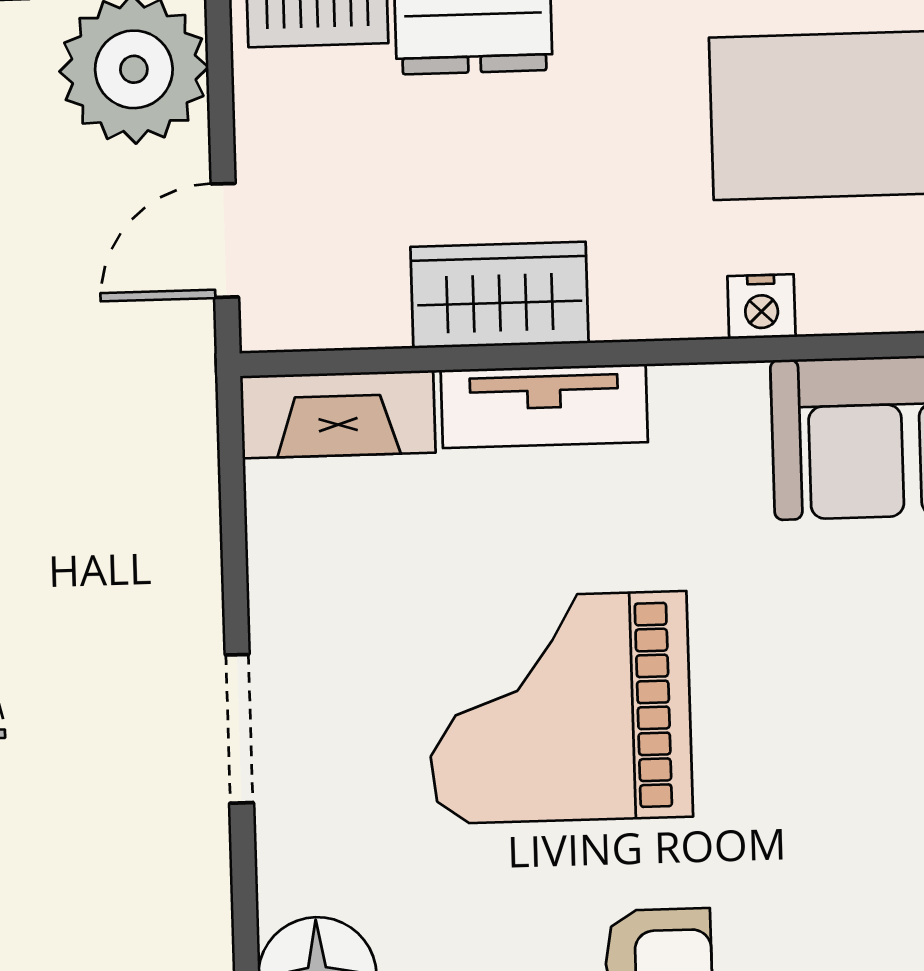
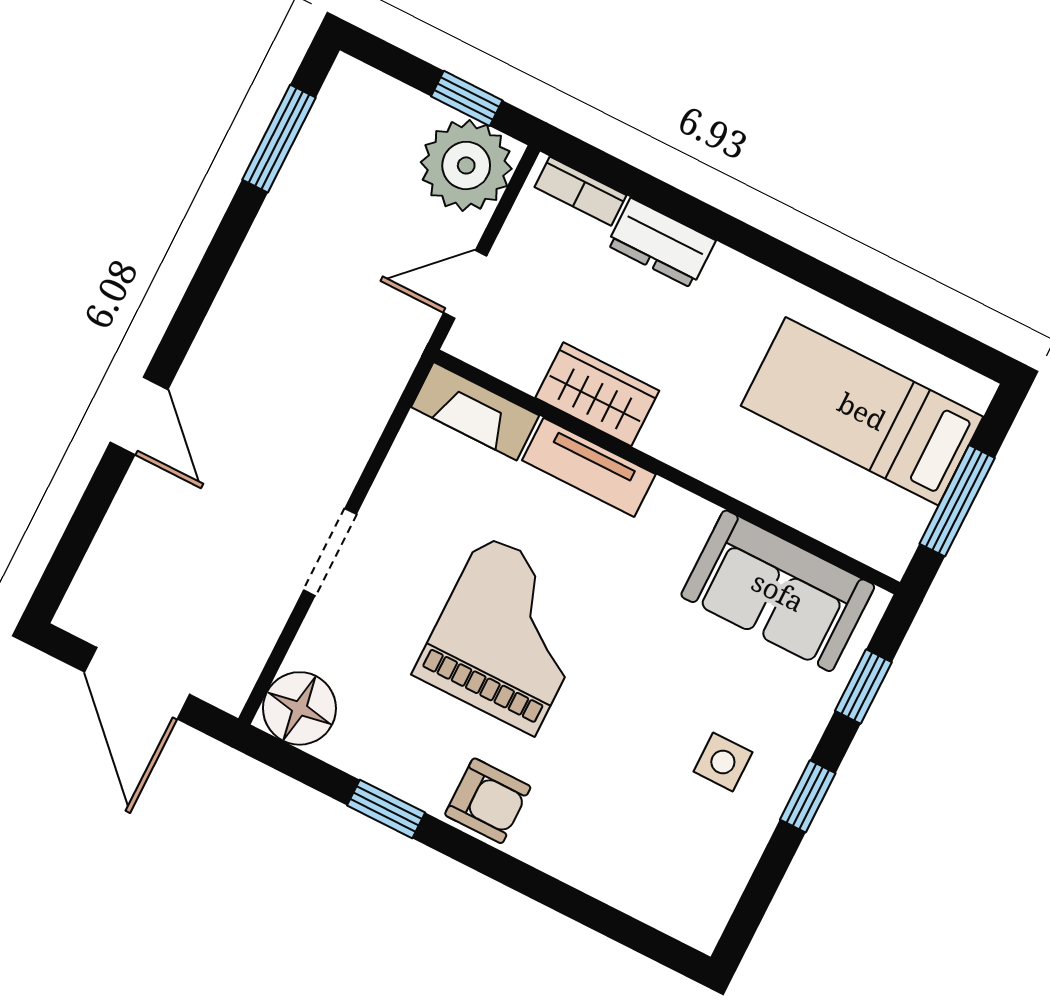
nightstand: (761, 307) -> (735, 477), removed
grand piano: (560, 708) -> (509, 634), turned 90

